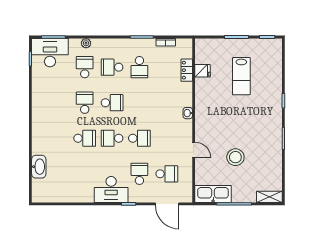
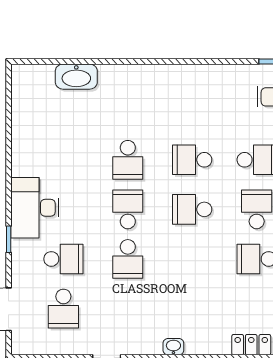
school desk: (85, 103) -> (192, 160), turned 180
school desk: (112, 103) -> (192, 209), turned 90

